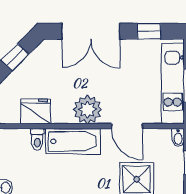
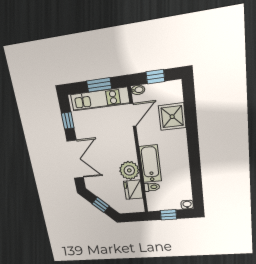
plant: (87, 110) -> (129, 170), moved
door: (127, 126) -> (133, 115), moved

